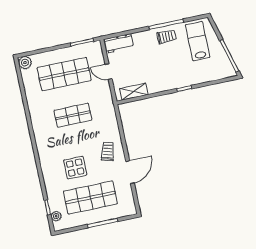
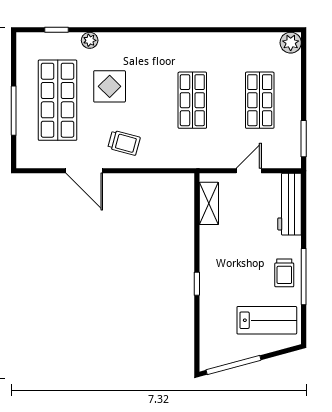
workbench: (119, 43) -> (290, 204), width x1.38
shop shelf: (64, 74) -> (260, 100), width x0.70, depth x0.74
plant: (56, 216) -> (90, 40), moved

